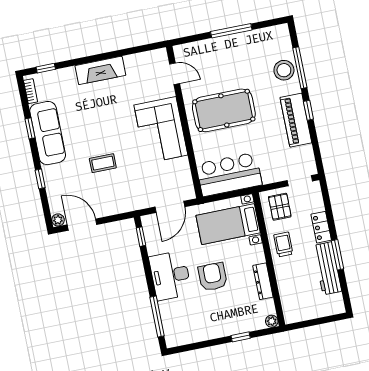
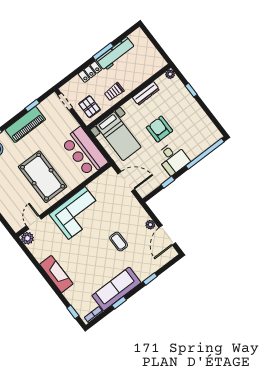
plant: (160, 57) -> (28, 238), added
window: (308, 110) -> (32, 106), moved
pallet: (280, 207) -> (90, 107), turned 90
plant: (58, 220) -> (150, 225), moved
window: (141, 237) -> (168, 182), moved
desk: (170, 276) -> (173, 158), width x0.73
armchair: (213, 277) -> (159, 129), turned 90
window: (157, 316) -> (205, 154), width x1.46

